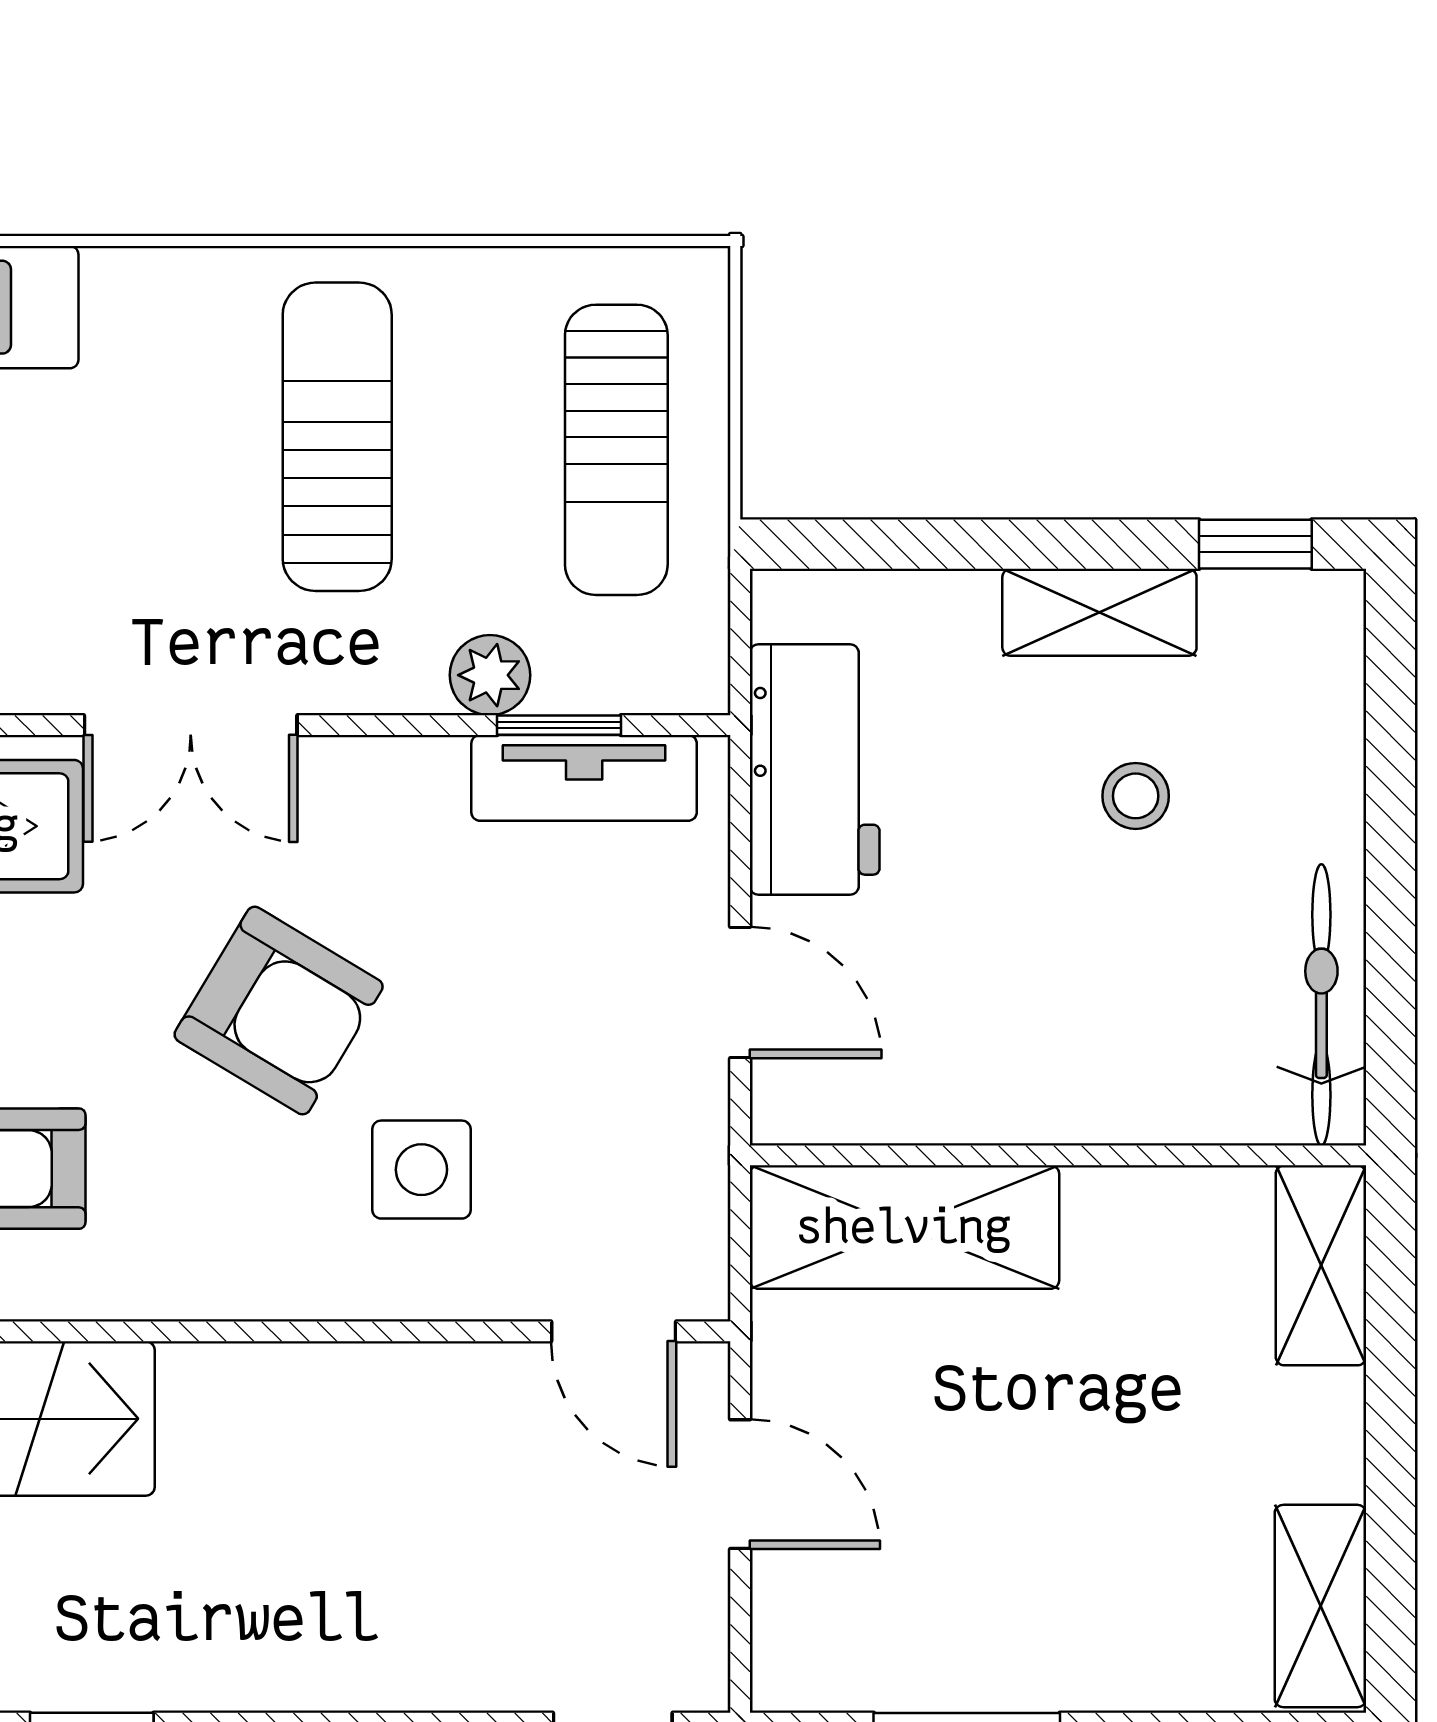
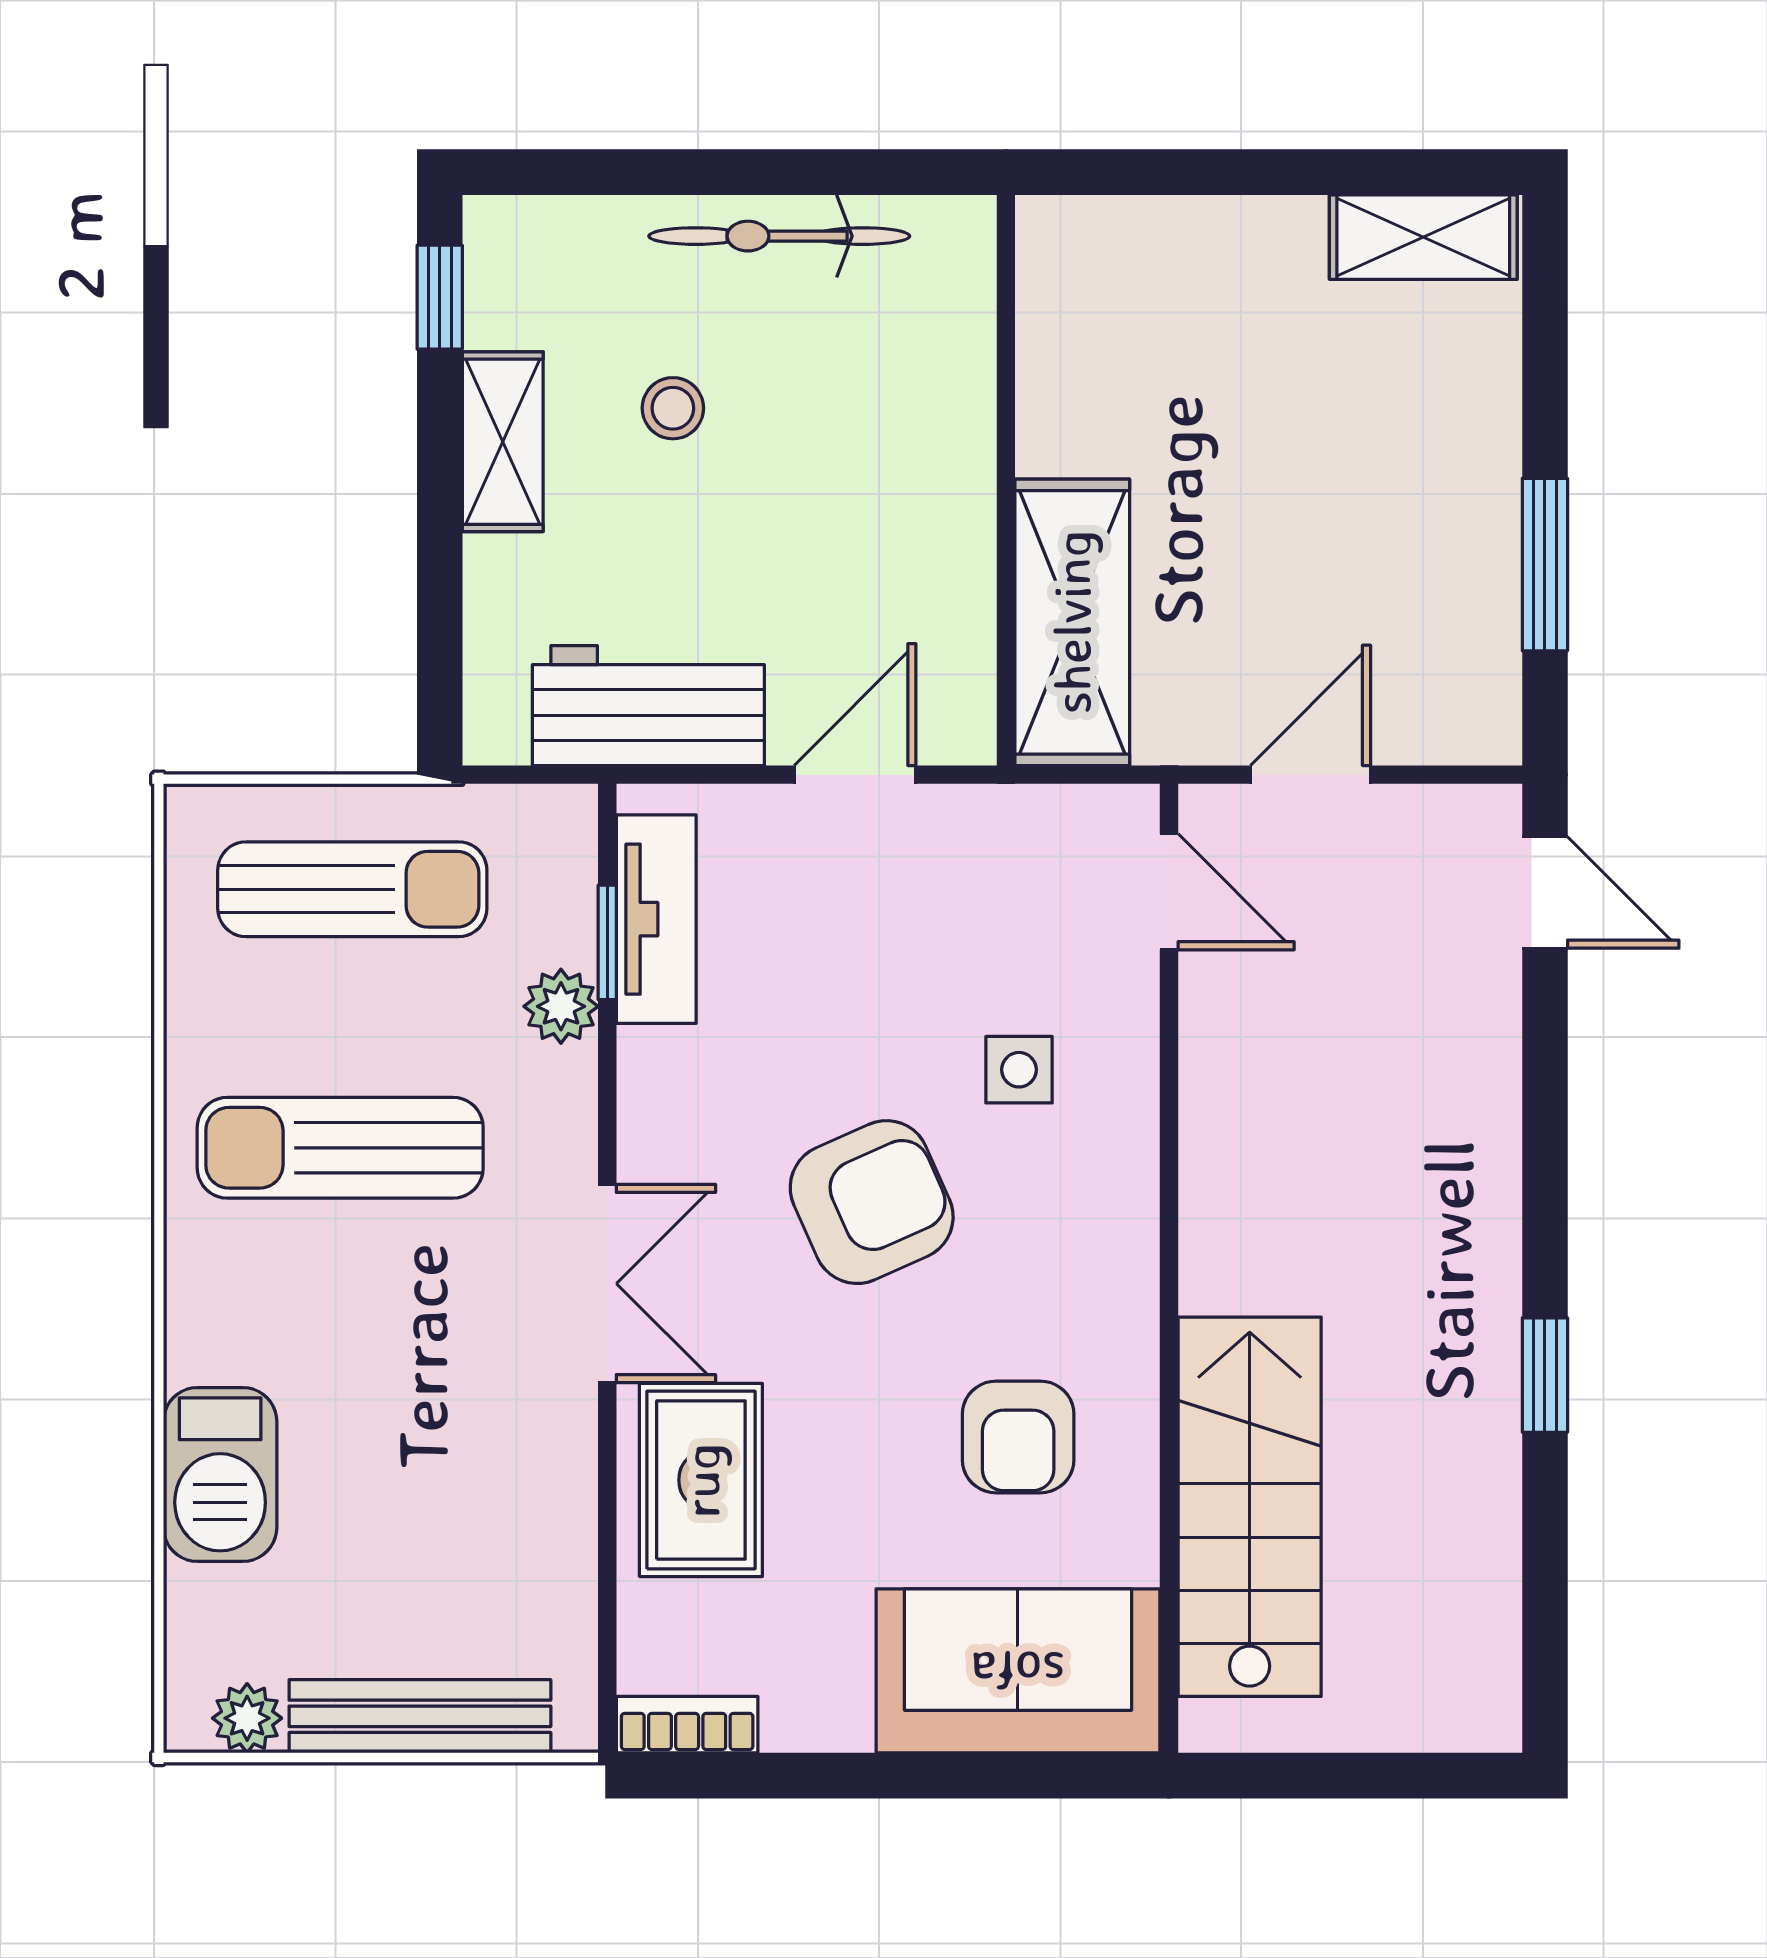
bicycle: (1321, 1005) -> (779, 236), moved
armchair: (279, 1011) -> (872, 1202), turned 35
side table: (421, 1170) -> (1019, 1070), width x0.73, depth x0.73
shelving: (1321, 1265) -> (1108, 237), removed
door: (614, 1331) -> (1169, 892), hinge flipped

